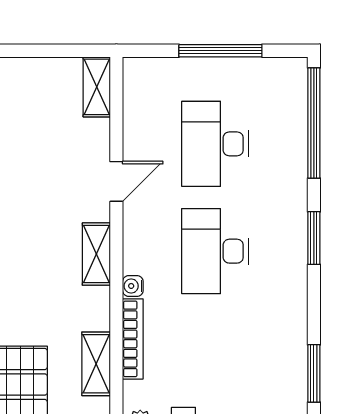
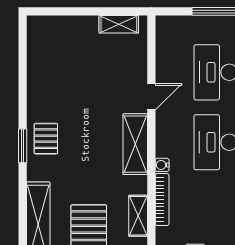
shelving: (97, 87) -> (119, 24), moved, turned 90
shelving: (96, 254) -> (135, 144), width x1.50, depth x1.33

